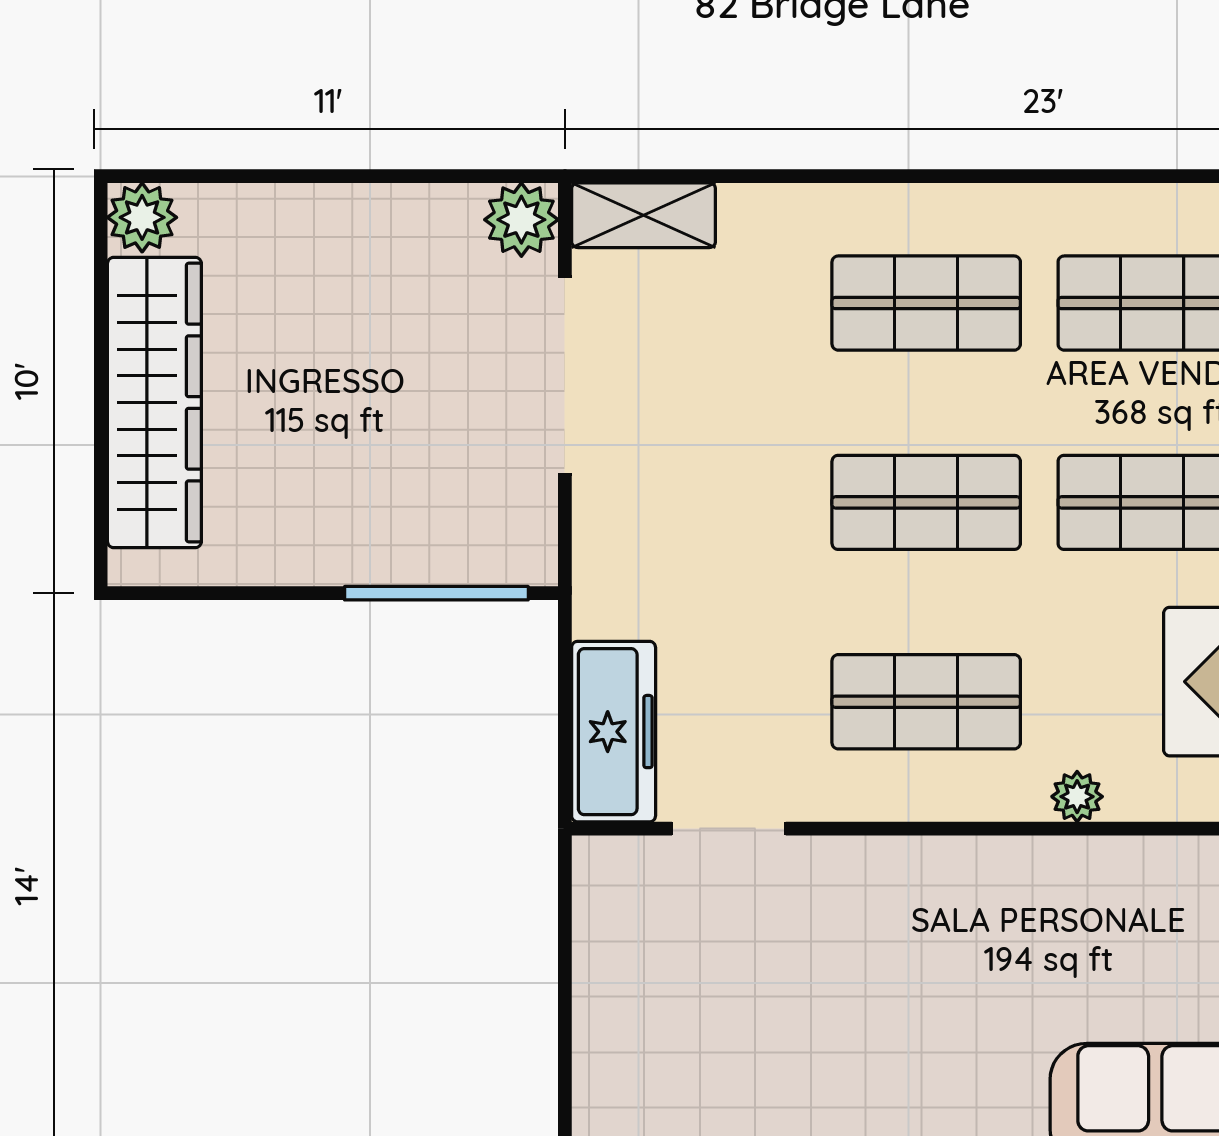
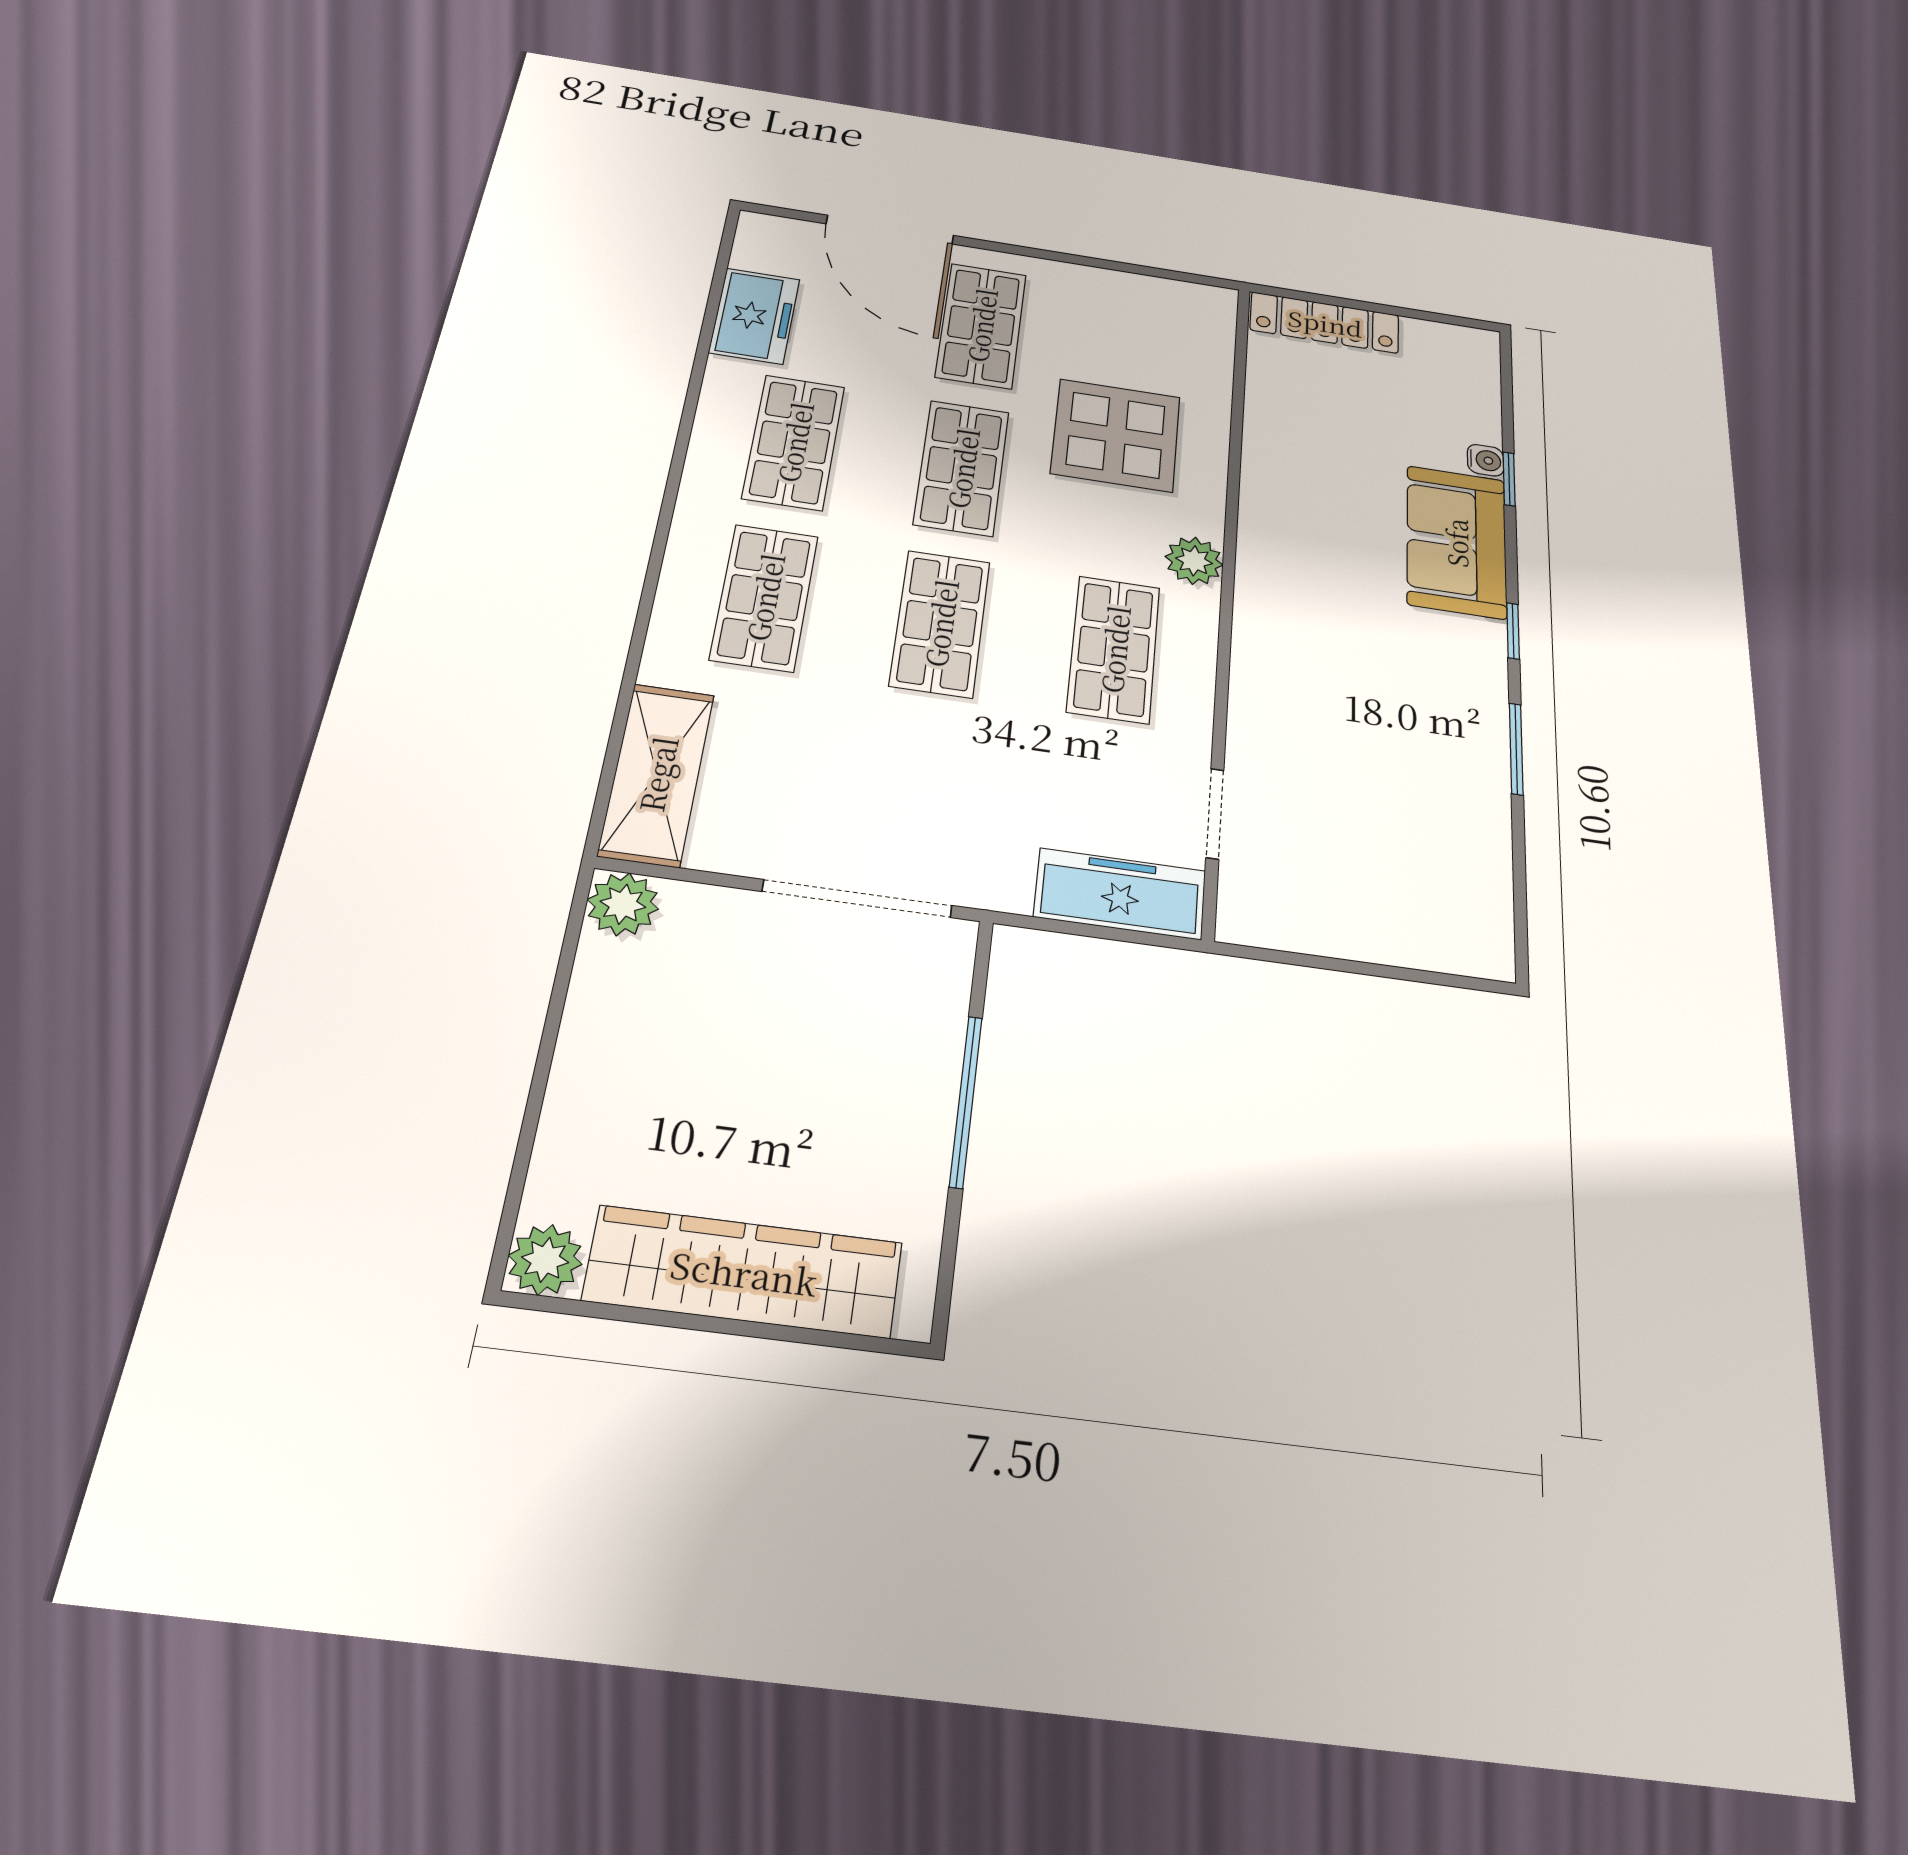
shelving: (644, 215) -> (657, 774), width x1.50, depth x1.33
doorway: (565, 375) -> (857, 899), moved
window: (436, 593) -> (966, 1101), moved
plant: (1077, 797) -> (1194, 561), width x1.38, depth x1.38

